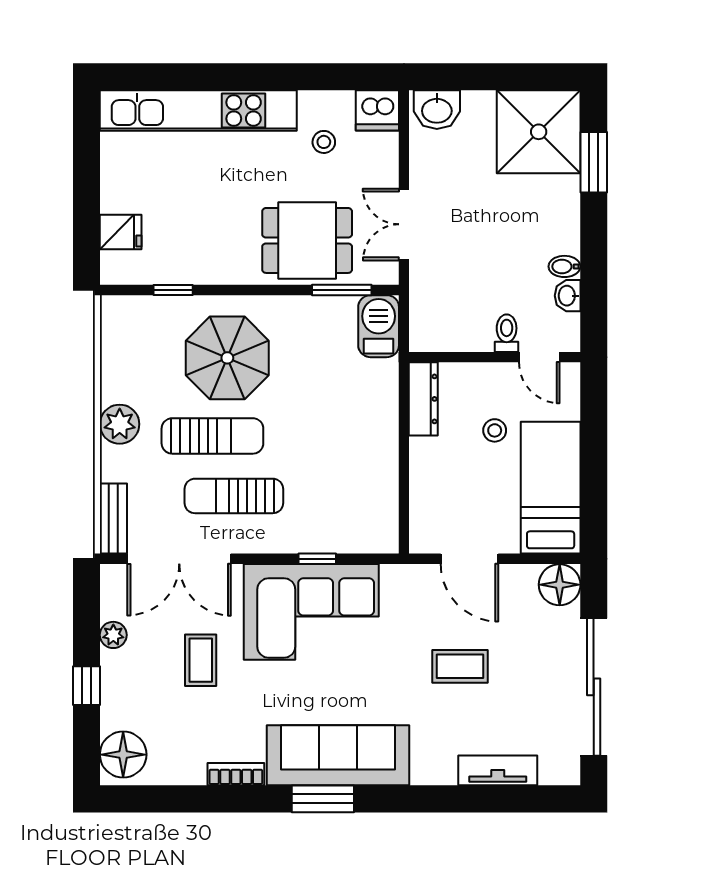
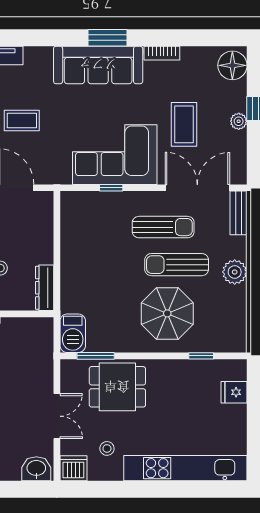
double door: (404, 224) -> (57, 416), moved
plant: (113, 635) -> (239, 121), moved
coffee table: (201, 660) -> (184, 124), width x1.36, depth x1.30

